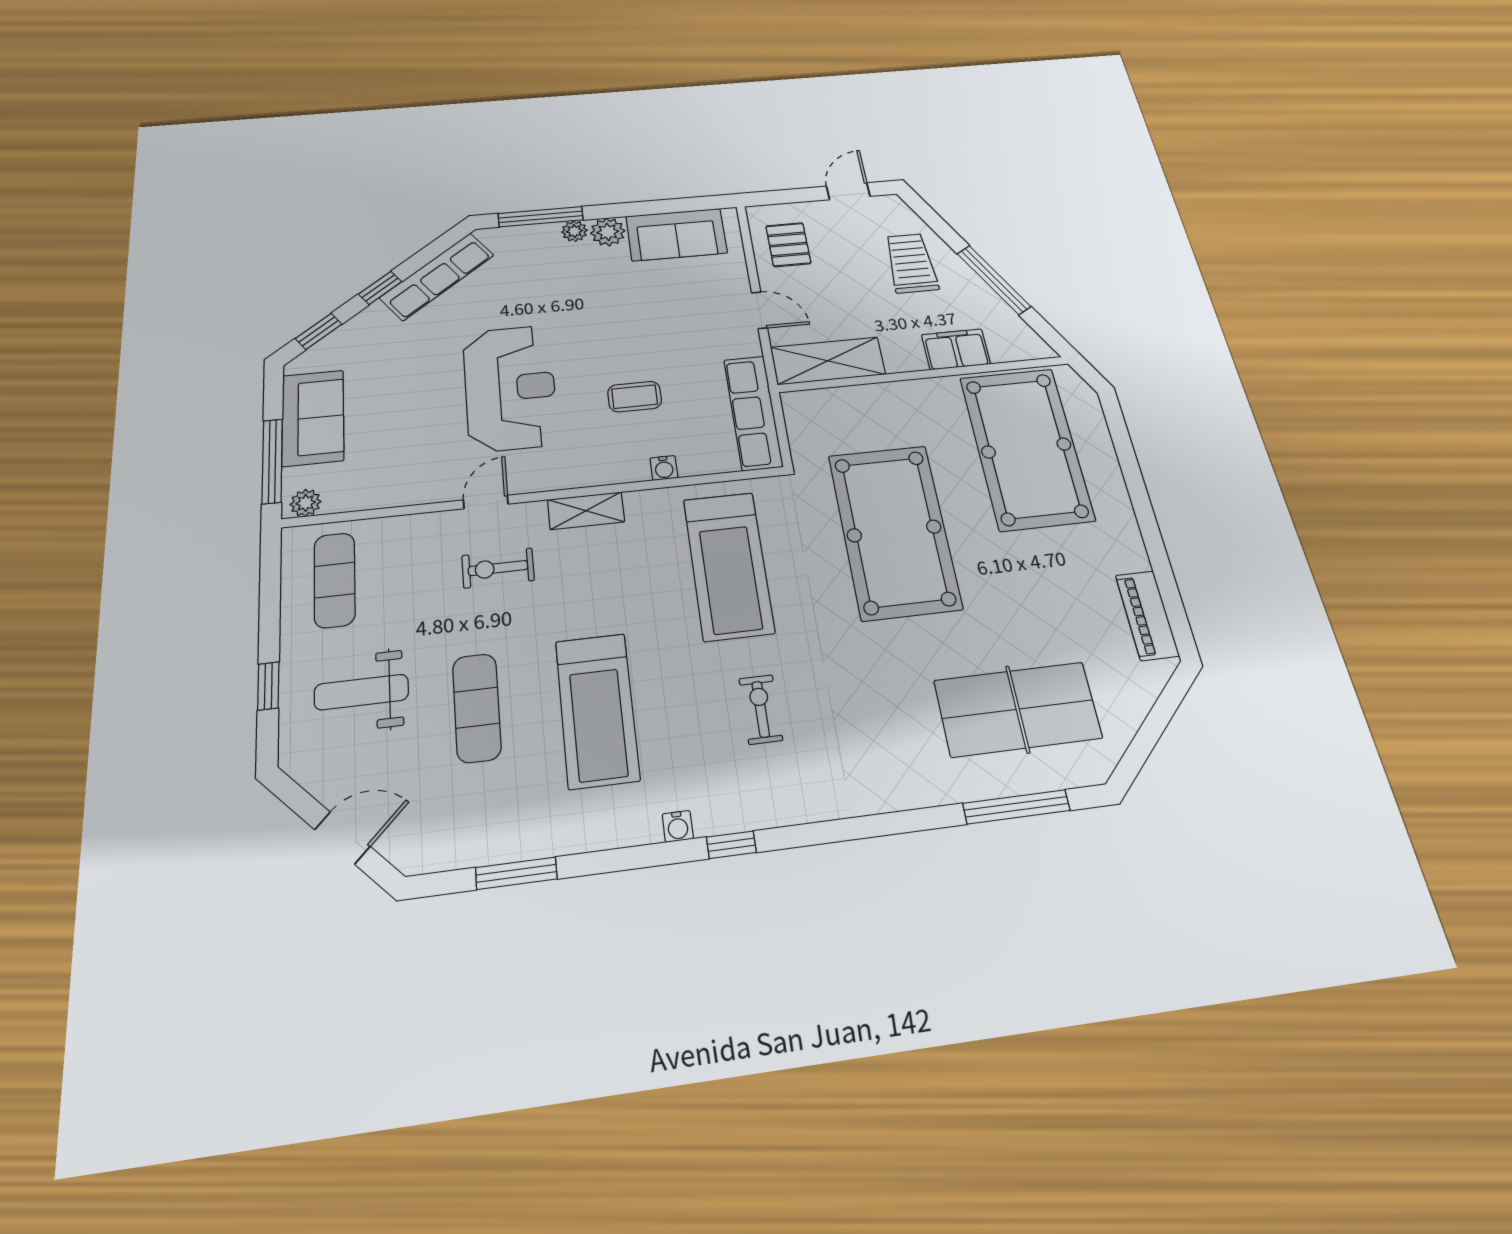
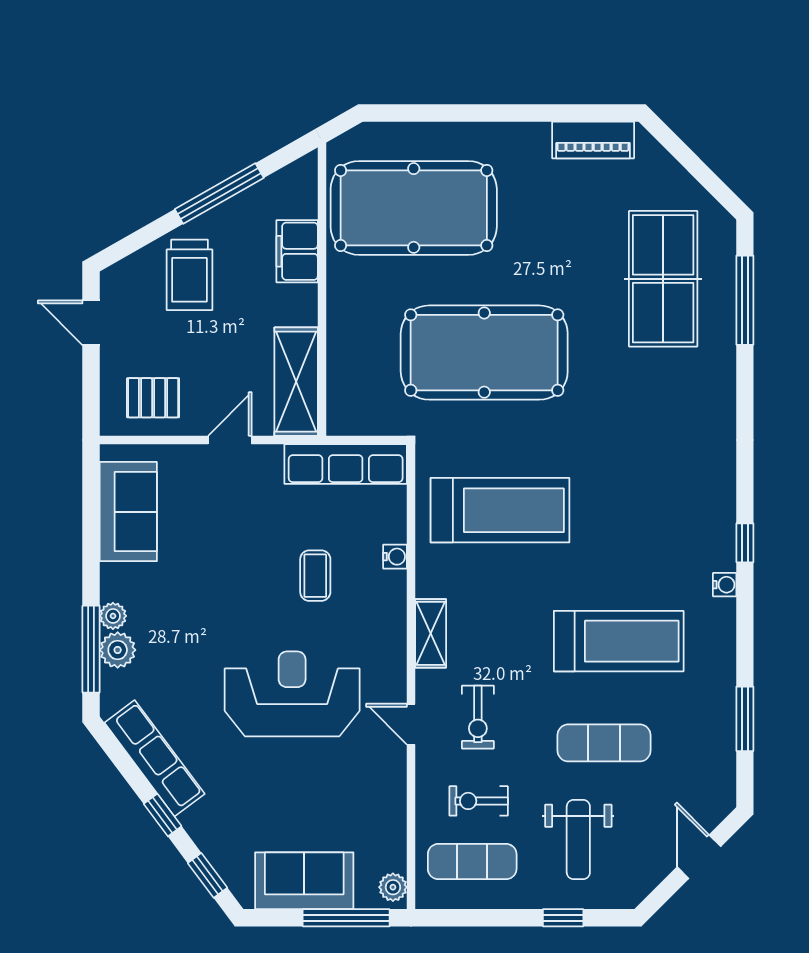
plant: (608, 232) -> (118, 650), moved
trolley: (911, 263) -> (189, 275), turned -90
exercise bike: (761, 709) -> (479, 801), moved

